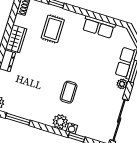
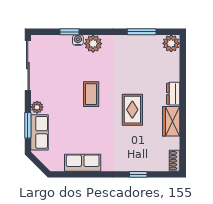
rug: (53, 29) -> (132, 110), moved
coffee table: (69, 92) -> (91, 94), moved

